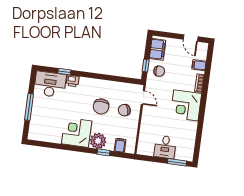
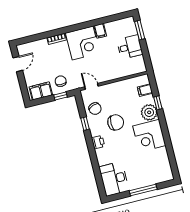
filing cabinet: (199, 65) -> (100, 31), moved
window: (64, 72) -> (85, 124), moved
printer: (73, 81) -> (98, 142), moved
door: (143, 97) -> (91, 86), hinge flipped
chair: (124, 110) -> (95, 109), moved

